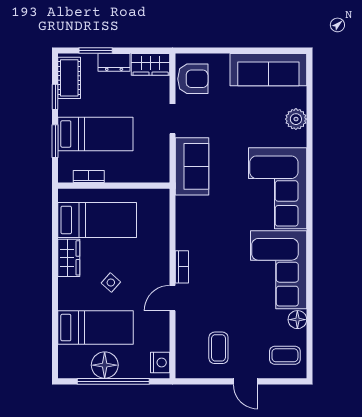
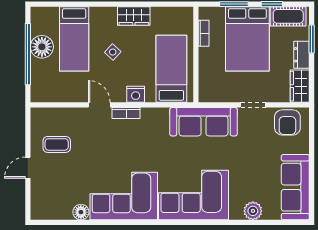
bed: (95, 134) -> (247, 39), width x1.50
sofa: (192, 166) -> (203, 122), width x1.36
bed: (97, 220) -> (171, 69), moved, turned 180
coffee table: (285, 355) -> (50, 201), removed
nightstand: (160, 362) -> (136, 94), moved

